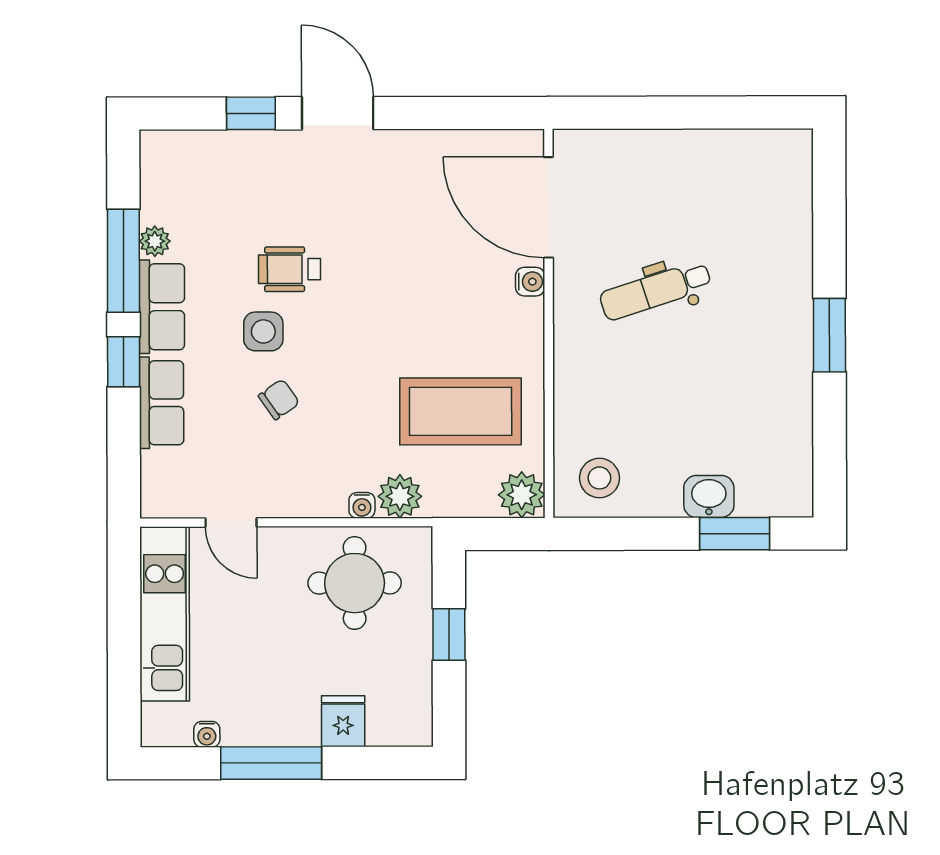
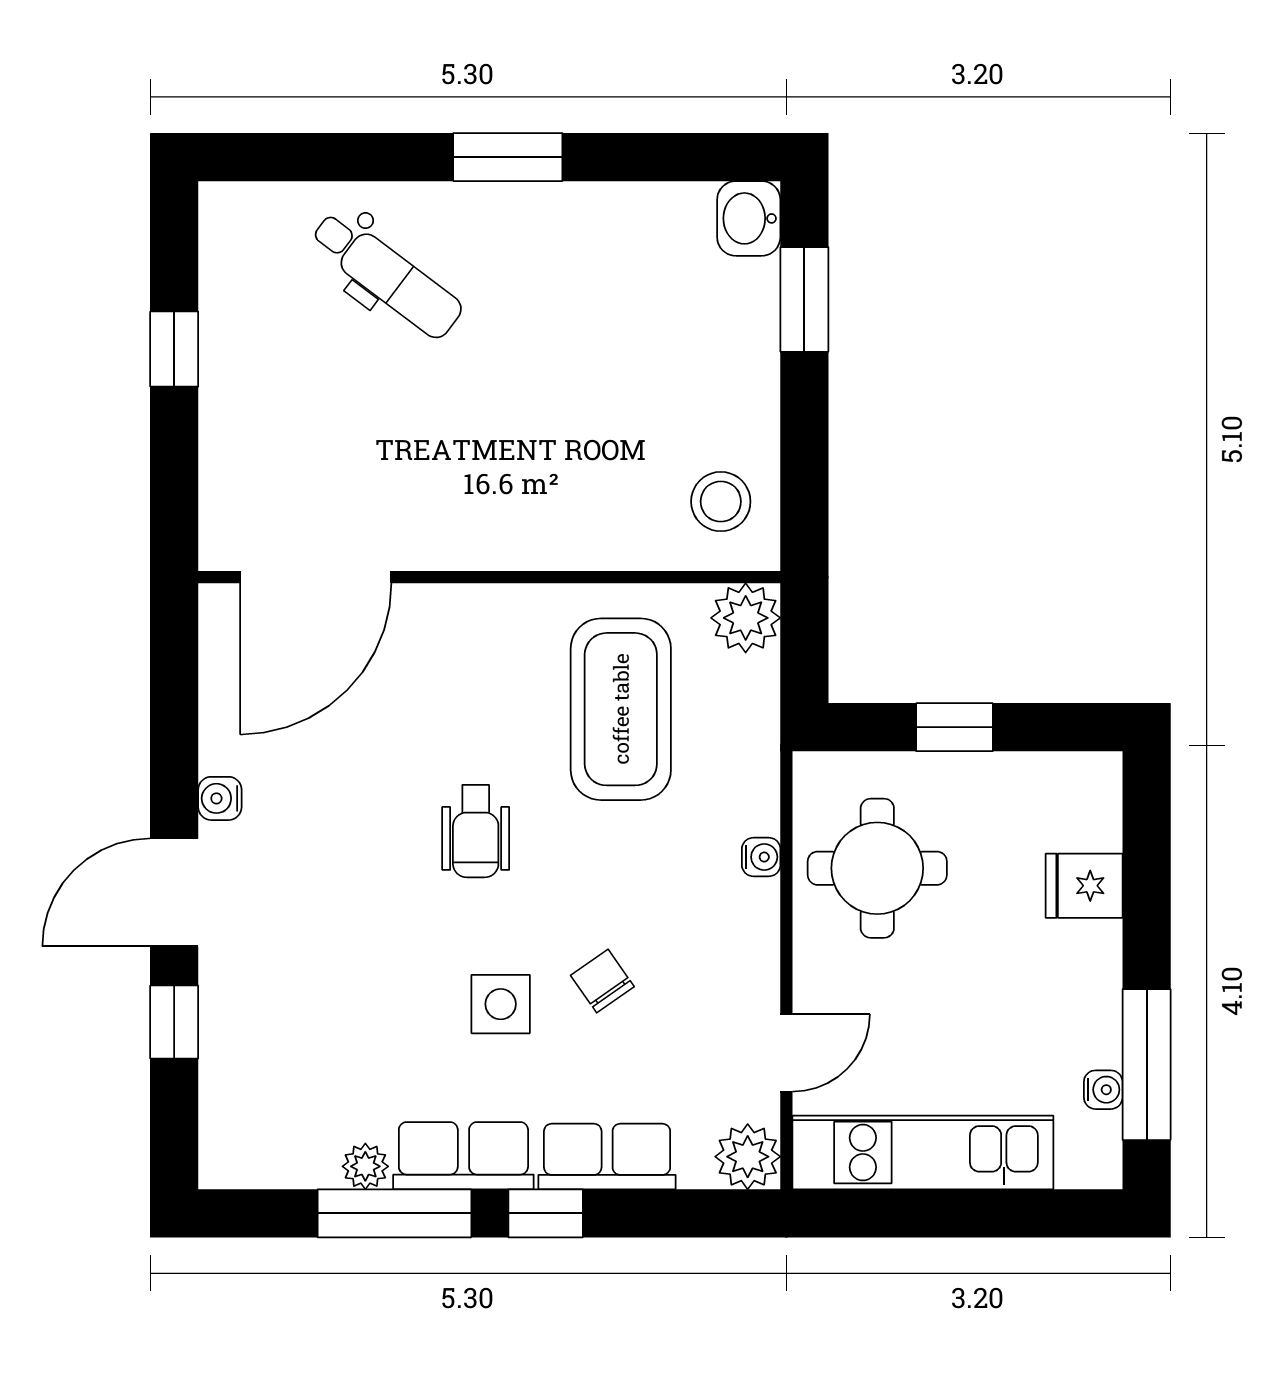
window: (701, 113) -> (174, 349), added
wheelchair: (290, 269) -> (476, 831), moved
water cooler: (530, 282) -> (220, 798), moved, turned -90
dental chair: (656, 291) -> (387, 275), moved, turned -35
plant: (400, 496) -> (748, 1157), moved
washbasin: (709, 496) -> (749, 218), moved
window: (271, 763) -> (1147, 1065), moved

